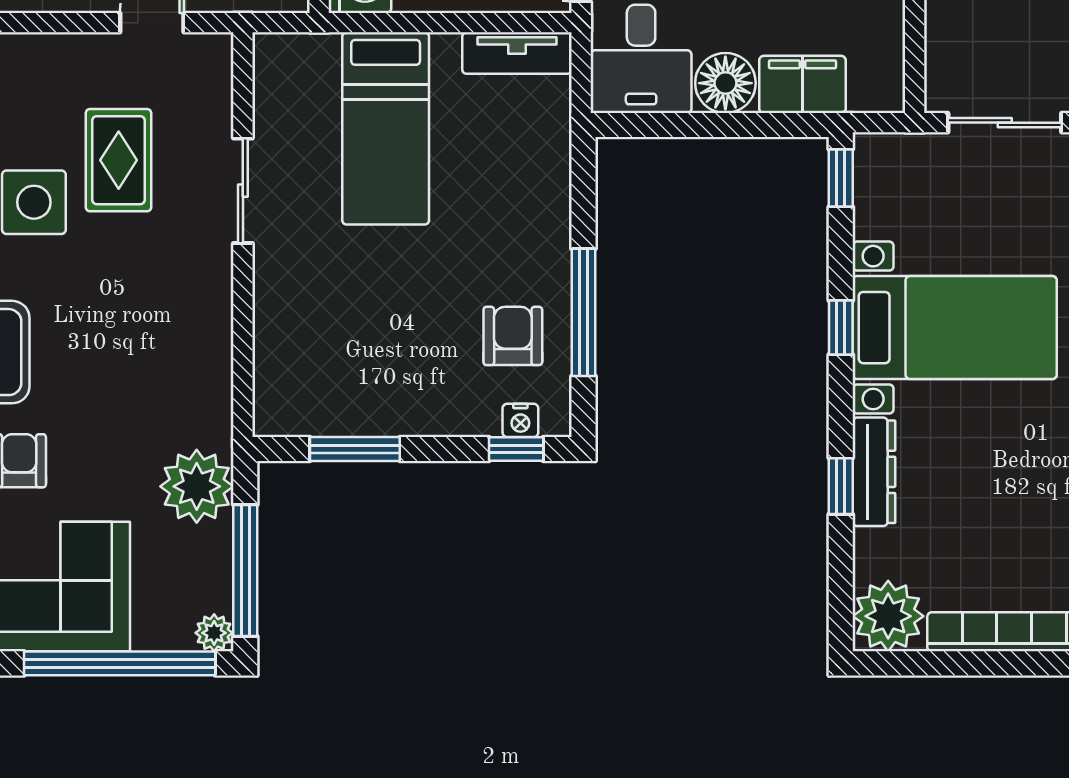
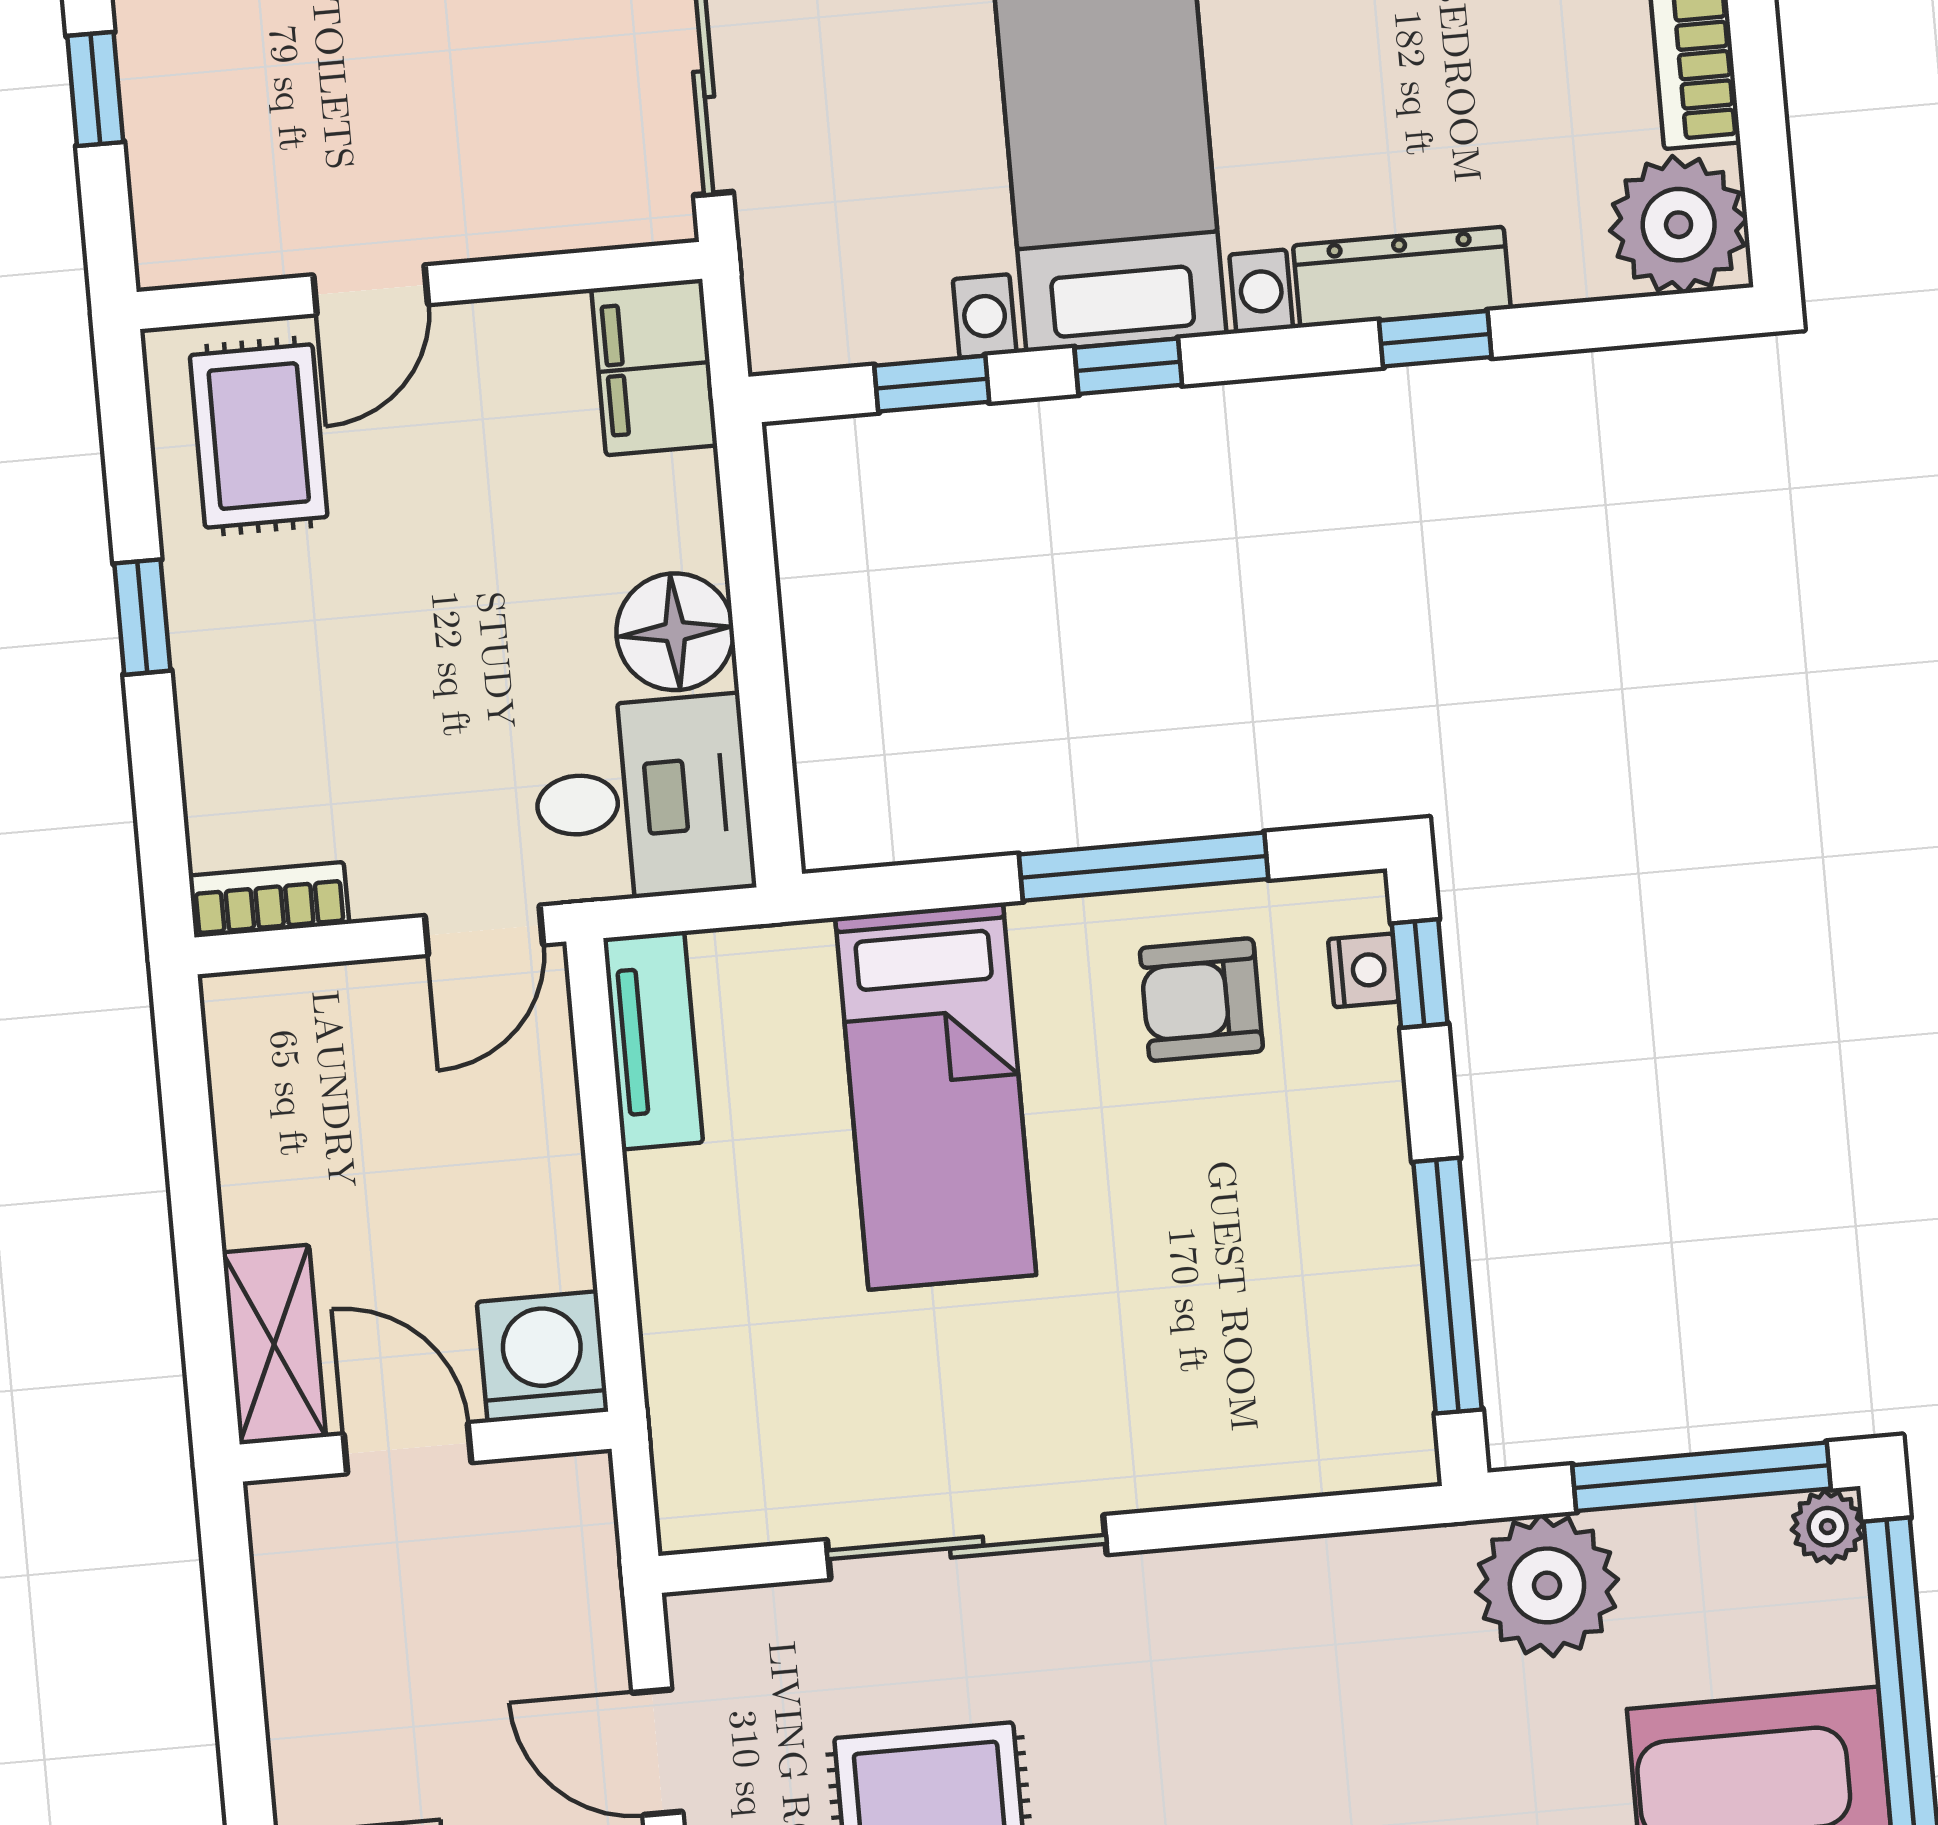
filing cabinet: (802, 84) -> (654, 367), moved
bed: (386, 128) -> (936, 1096), moved, turned 90
window: (841, 178) -> (932, 384), moved
sliding door: (243, 191) -> (967, 1547), width x1.37
window: (355, 449) -> (1447, 1286), width x1.44

